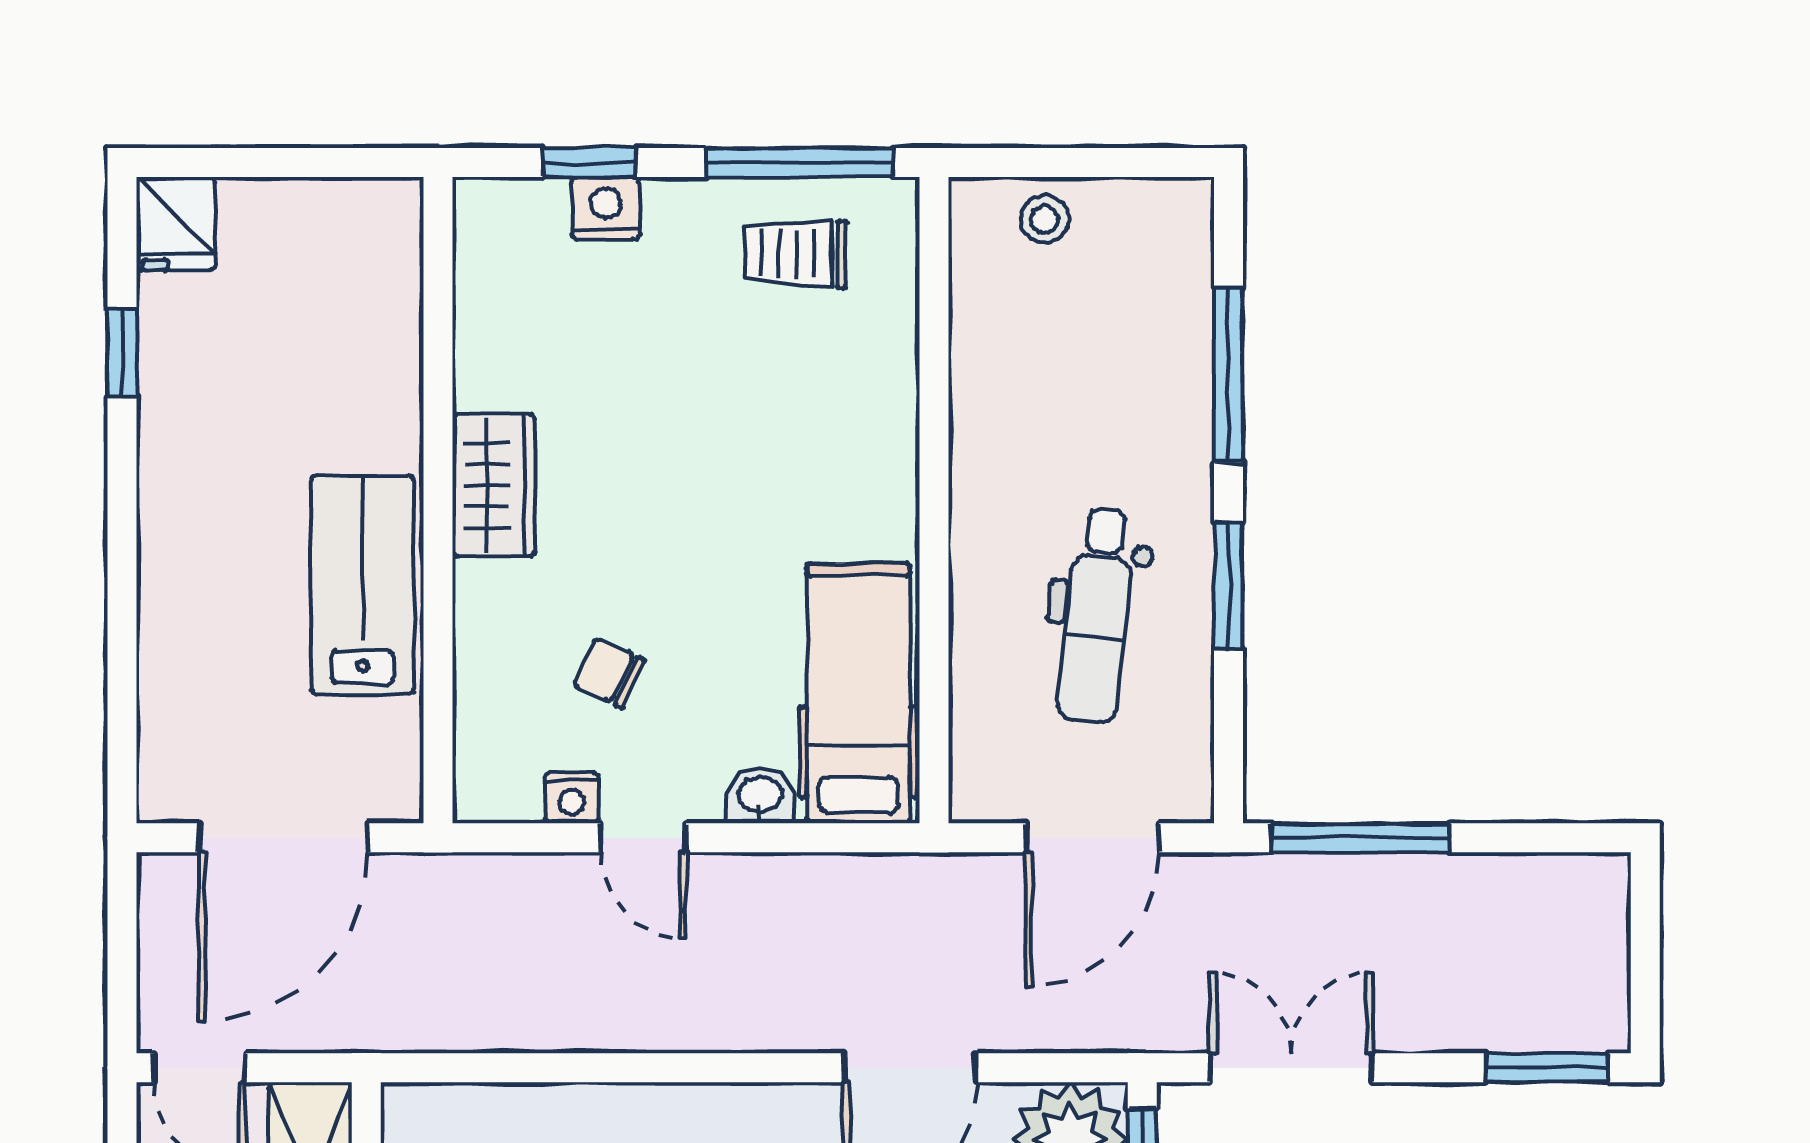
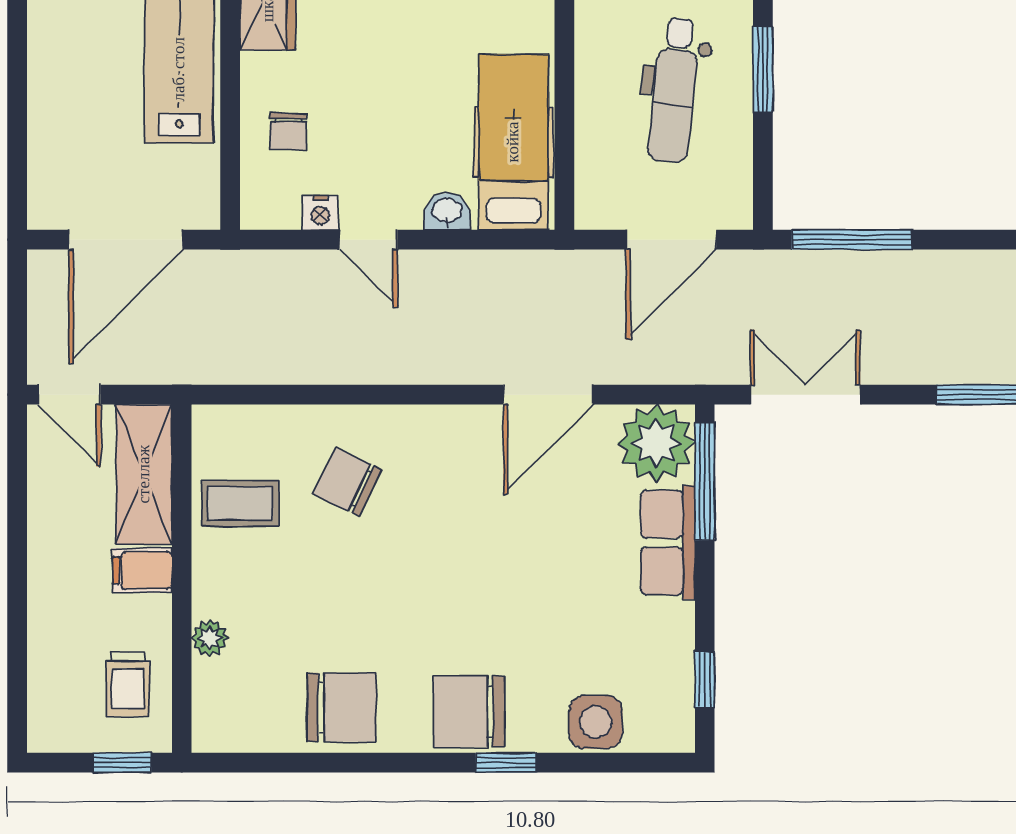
chair: (609, 673) -> (288, 131), moved, turned -115

